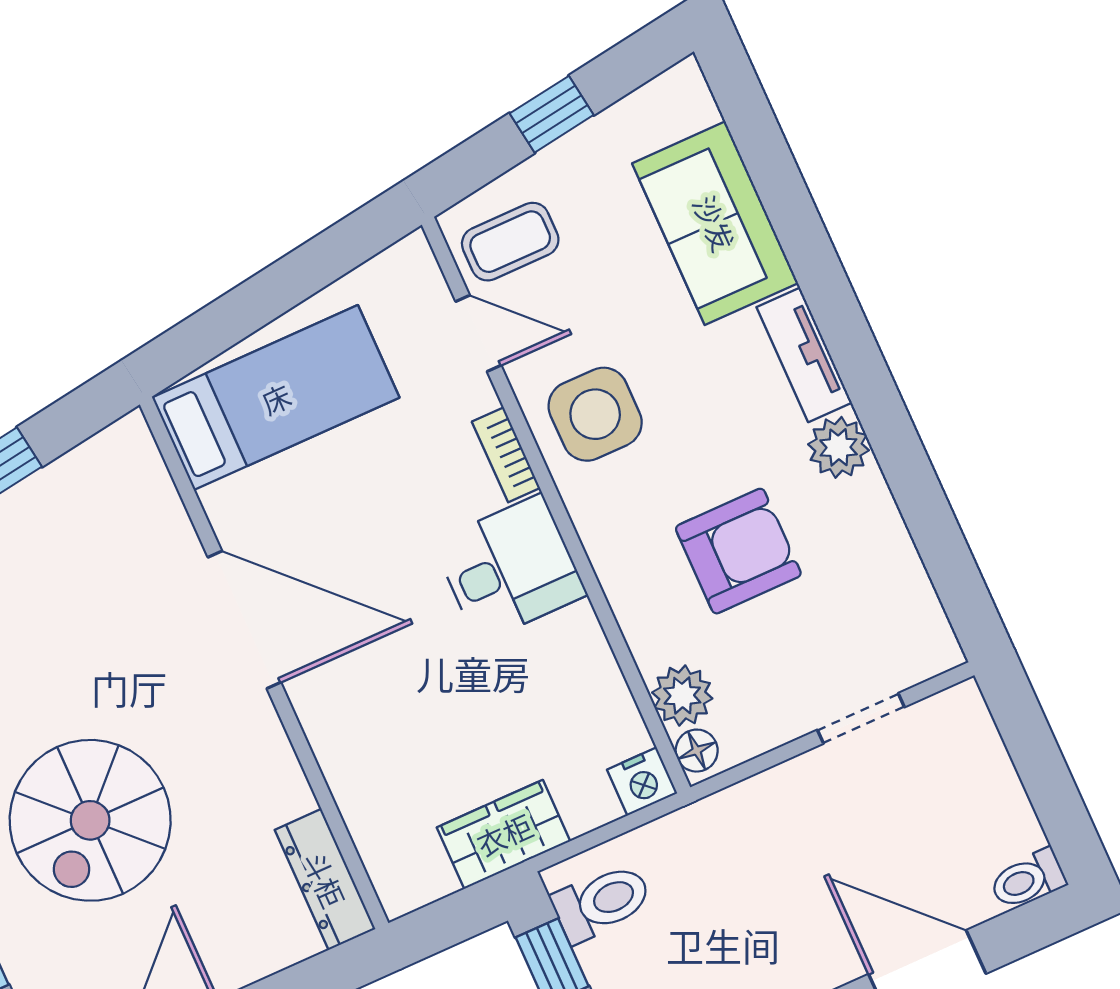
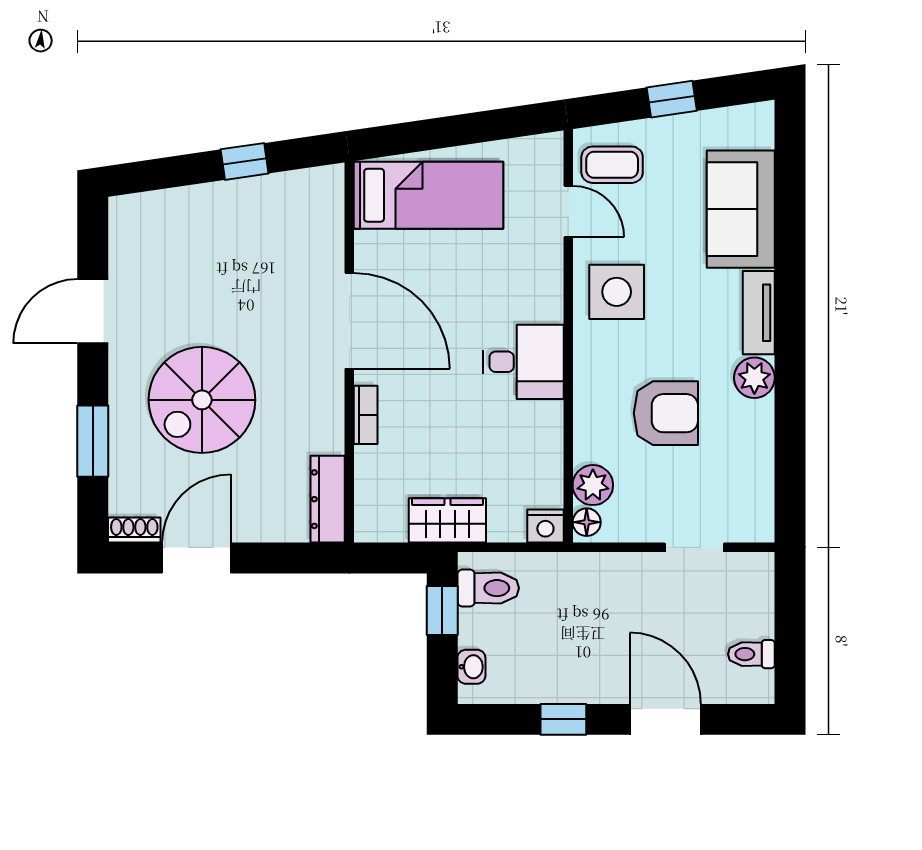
bookcase: (506, 455) -> (366, 415), moved, turned 180
toilet: (1028, 879) -> (751, 654), moved

